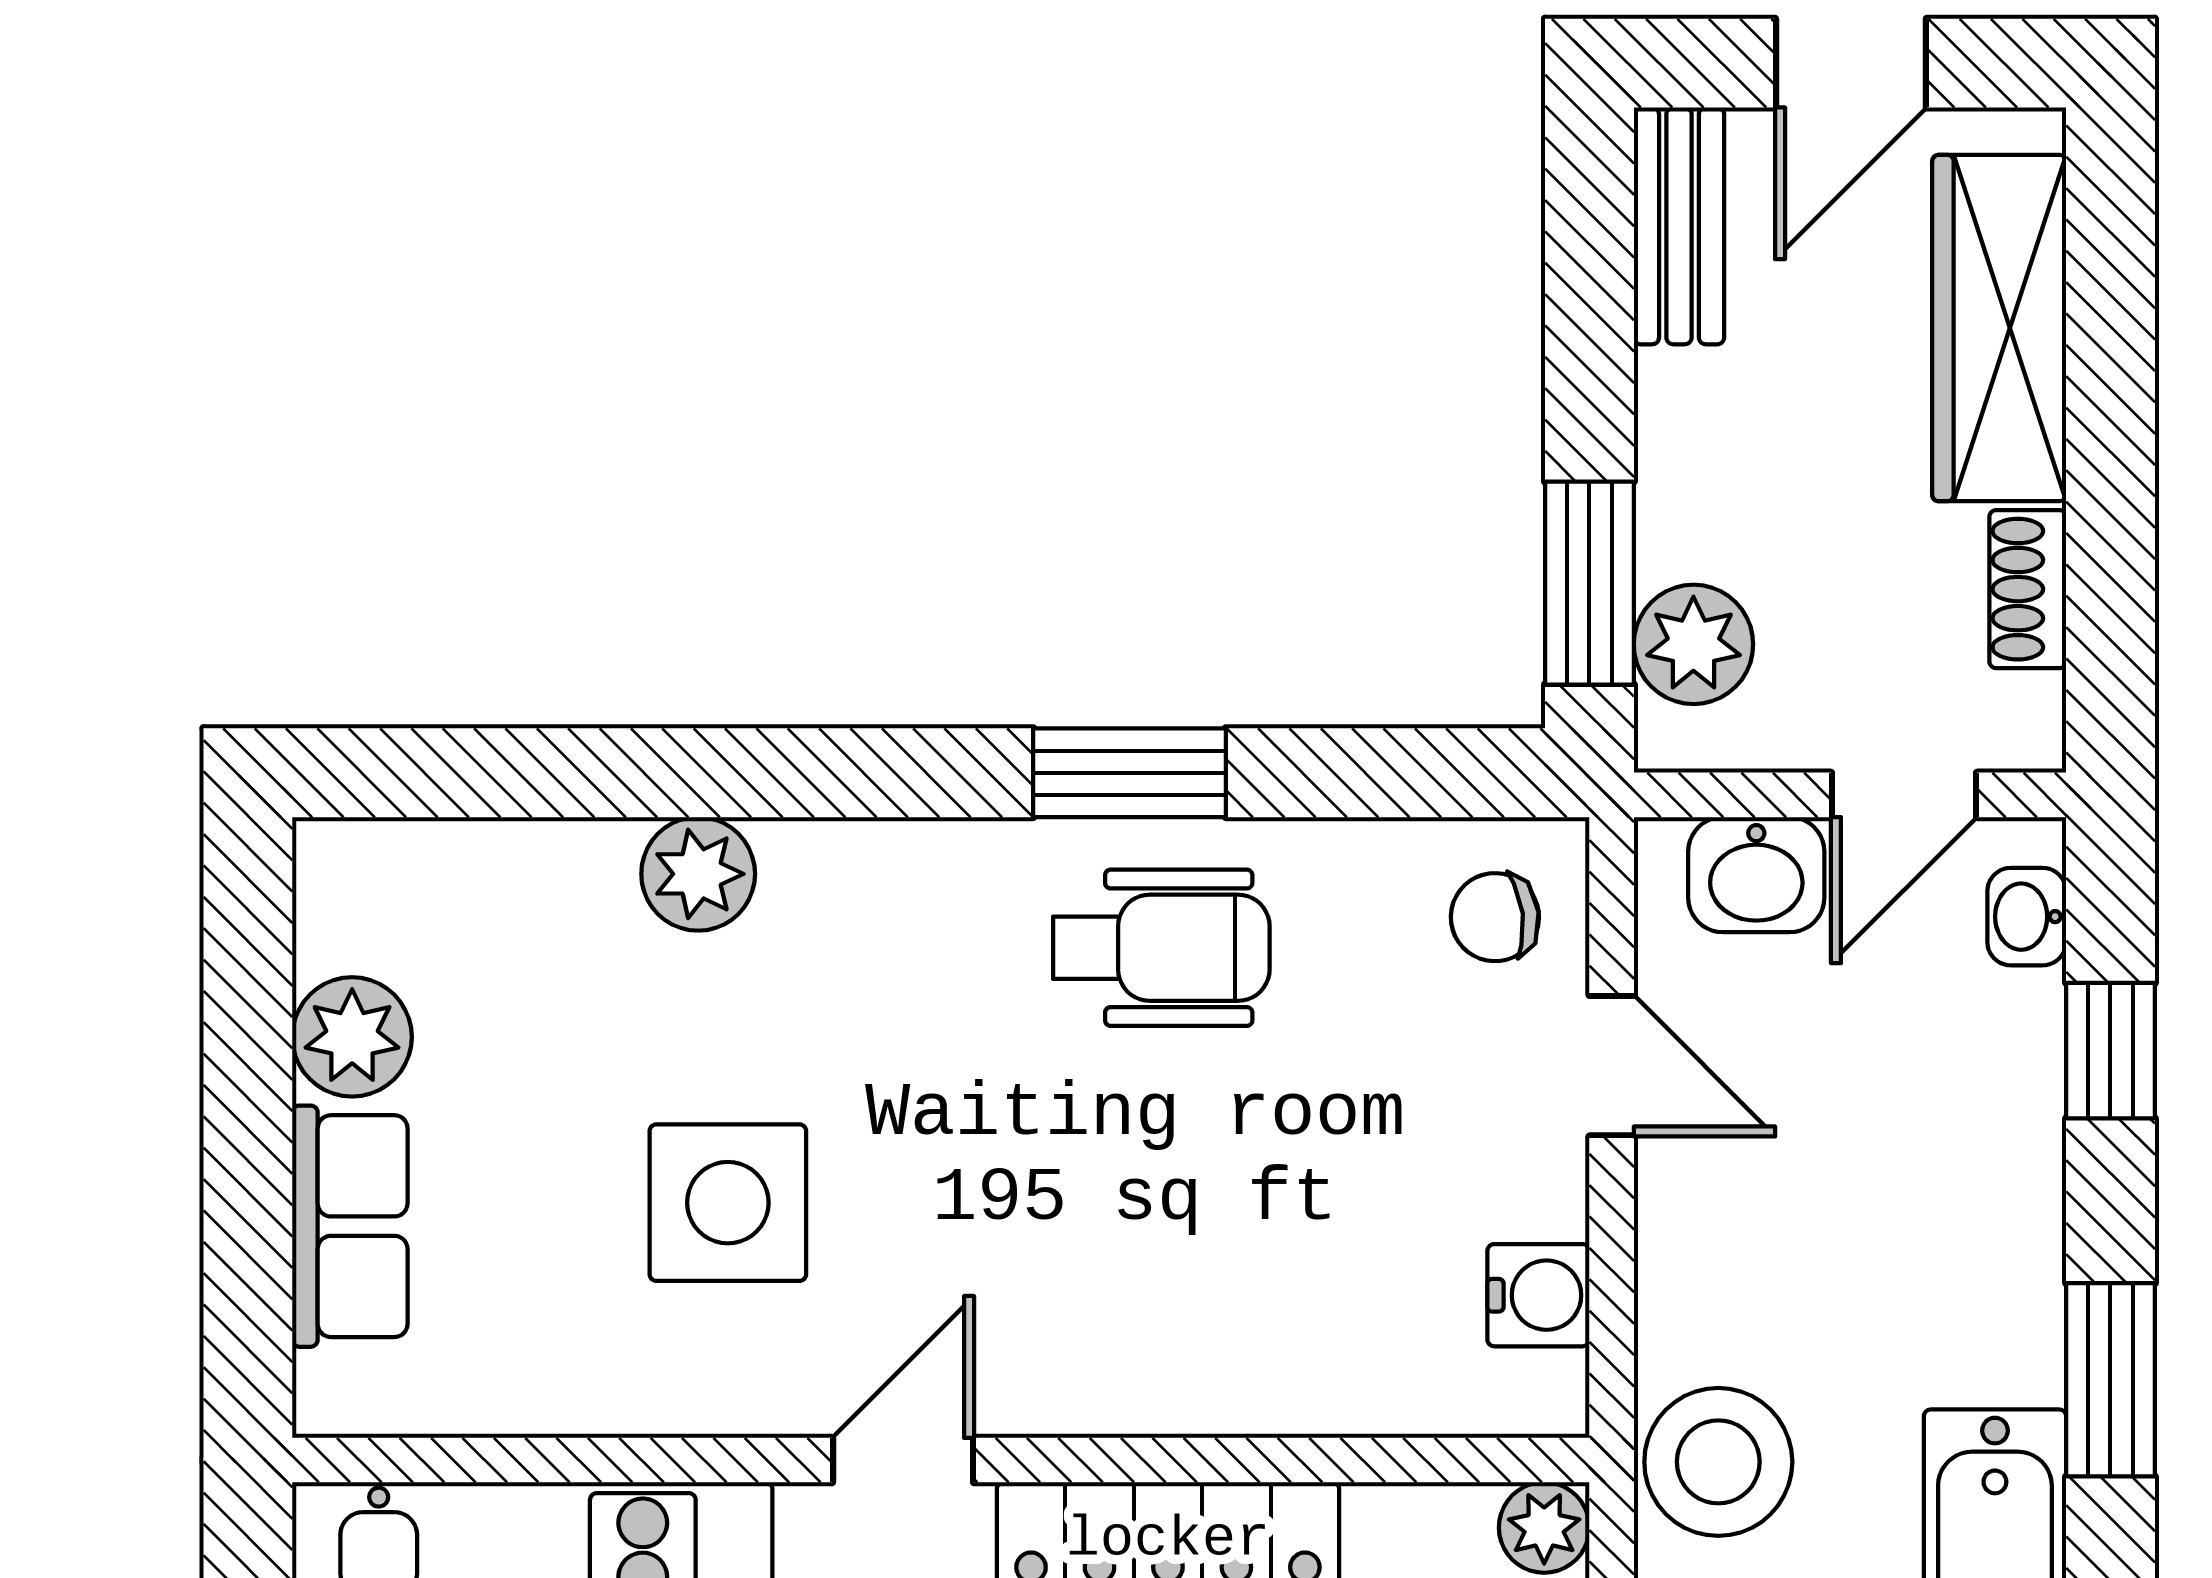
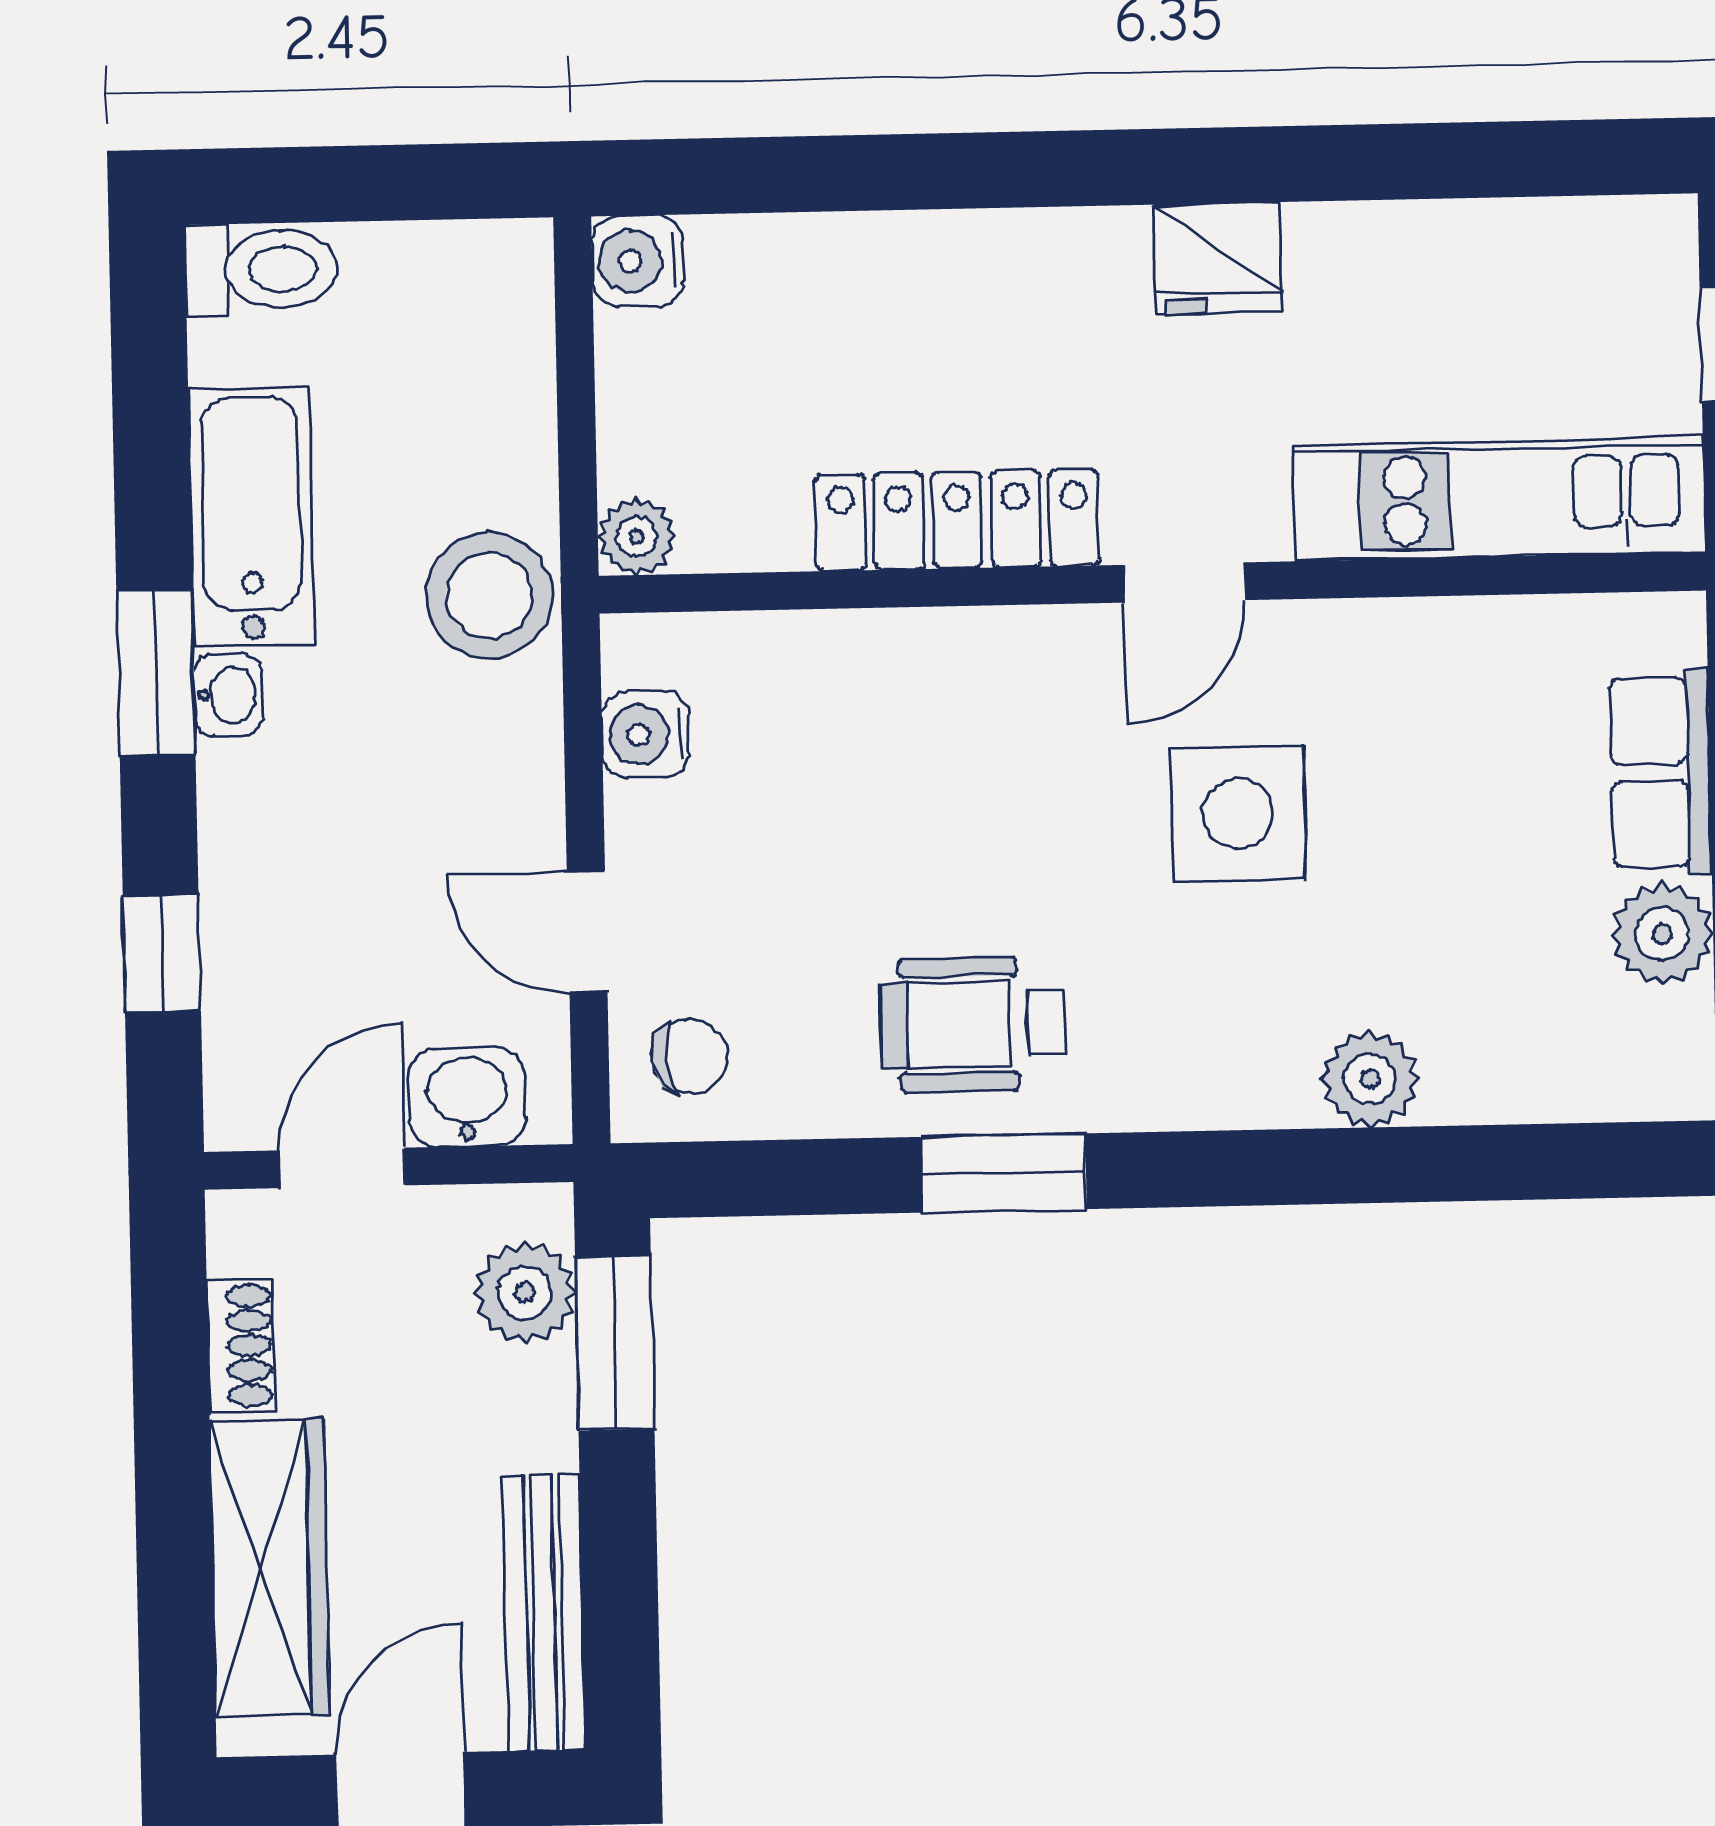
bench: (1679, 226) -> (544, 1613), width x1.36
washbasin: (2027, 917) -> (228, 695), moved
side table: (728, 1203) -> (1238, 814), moved

